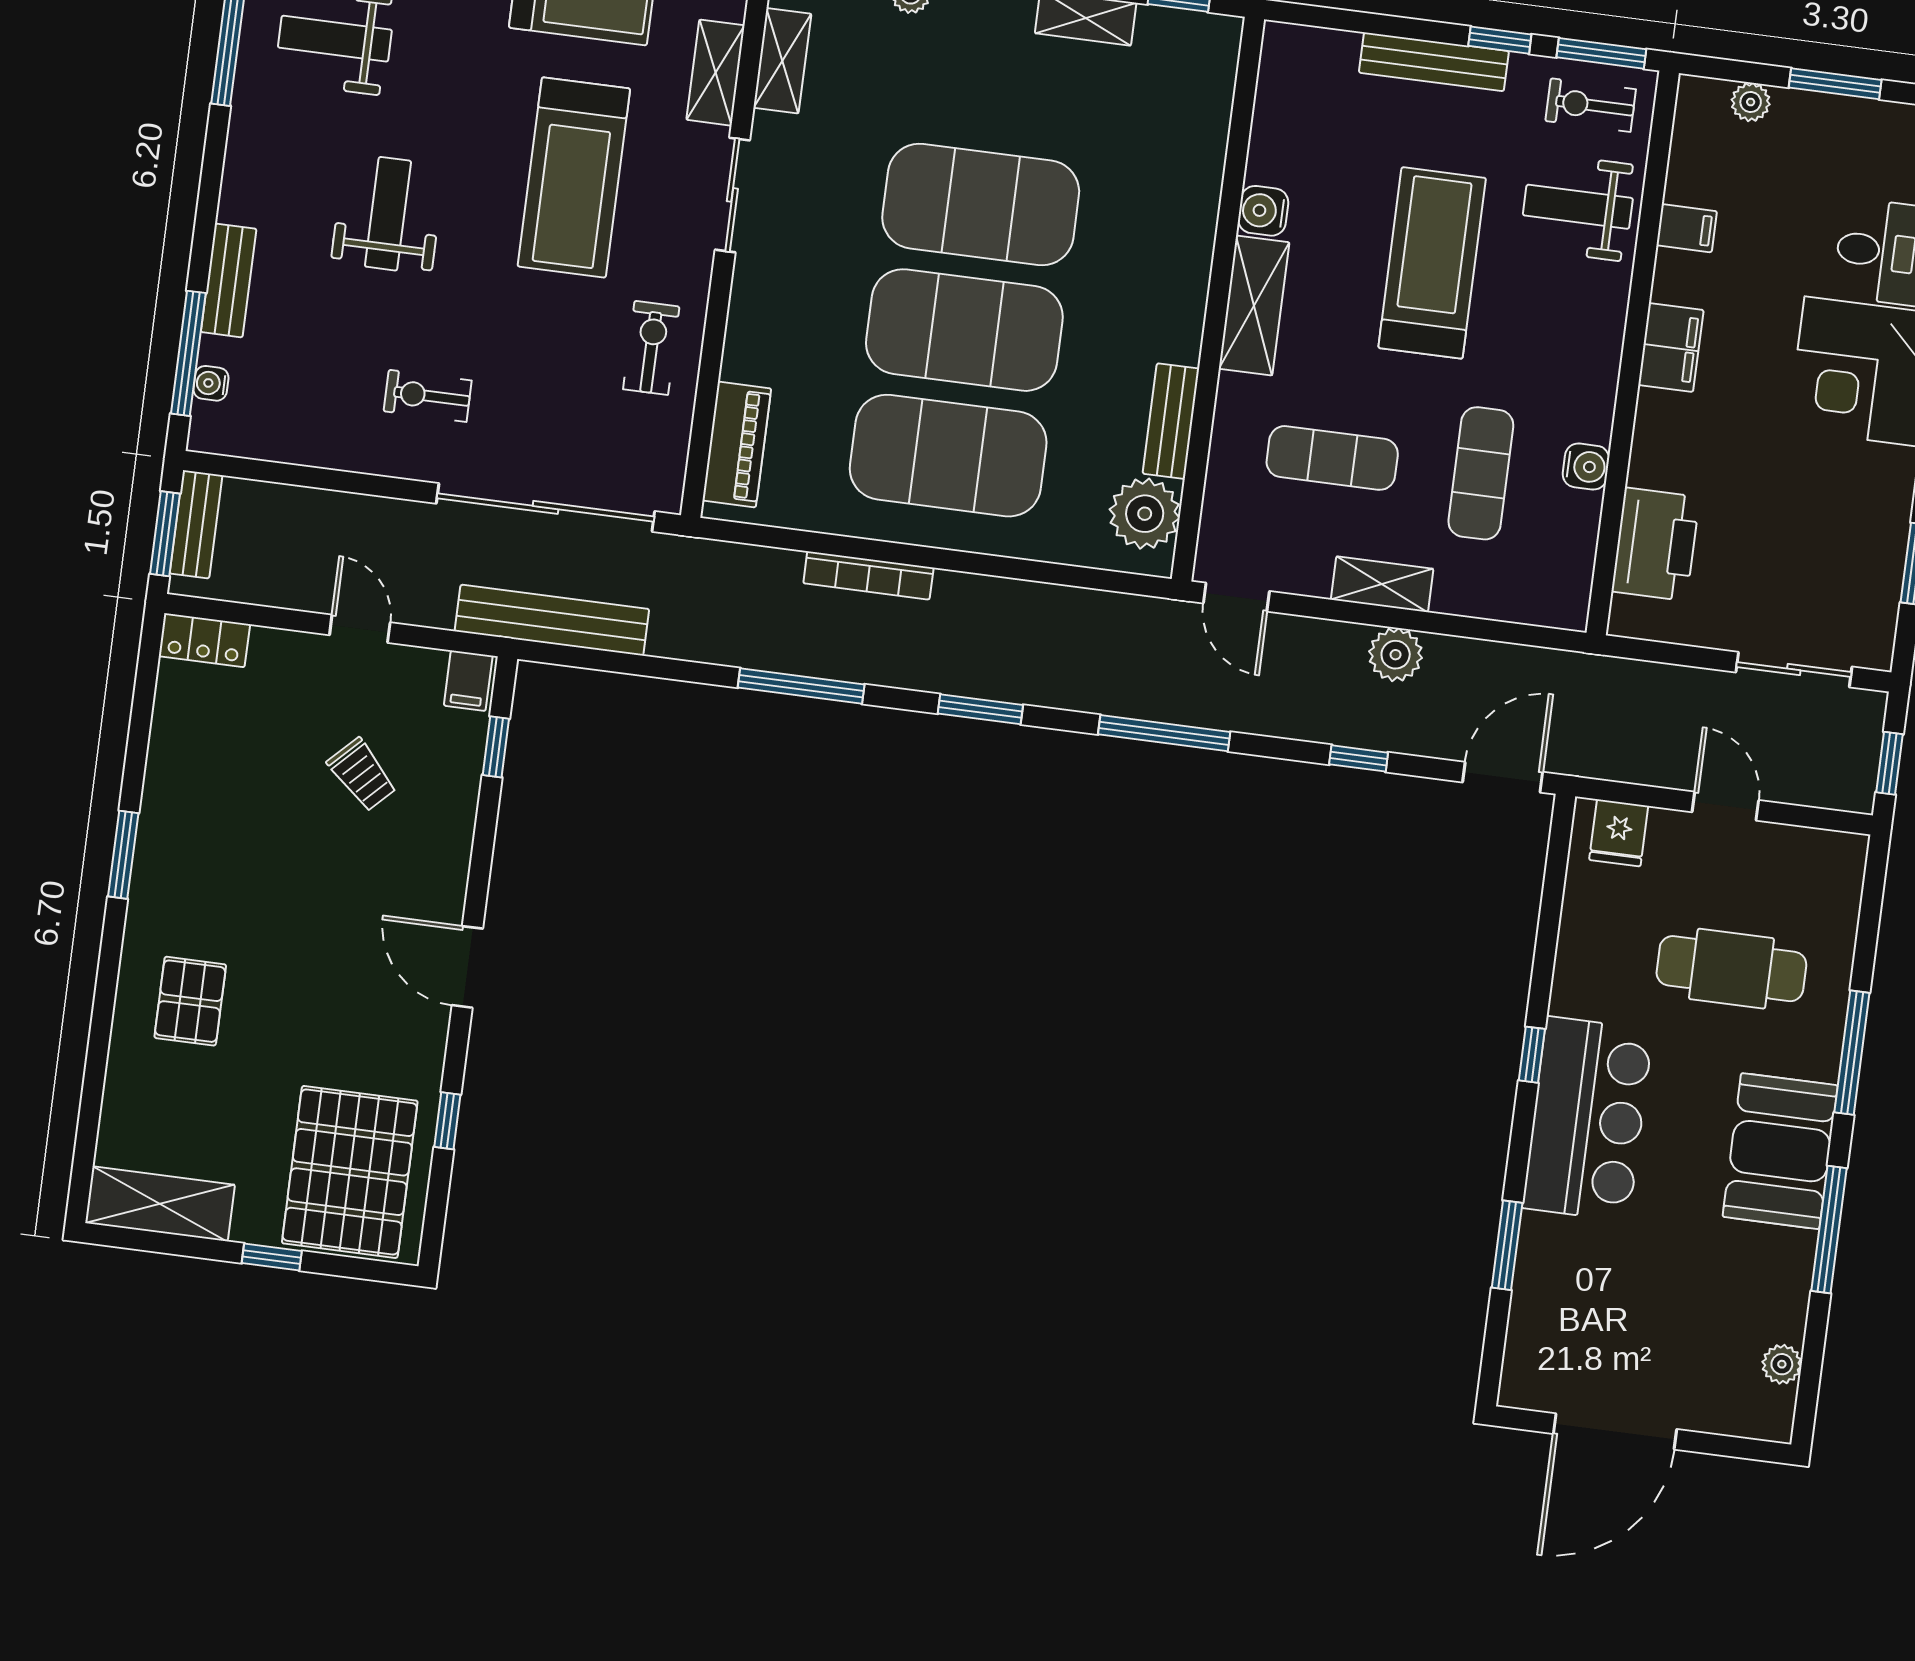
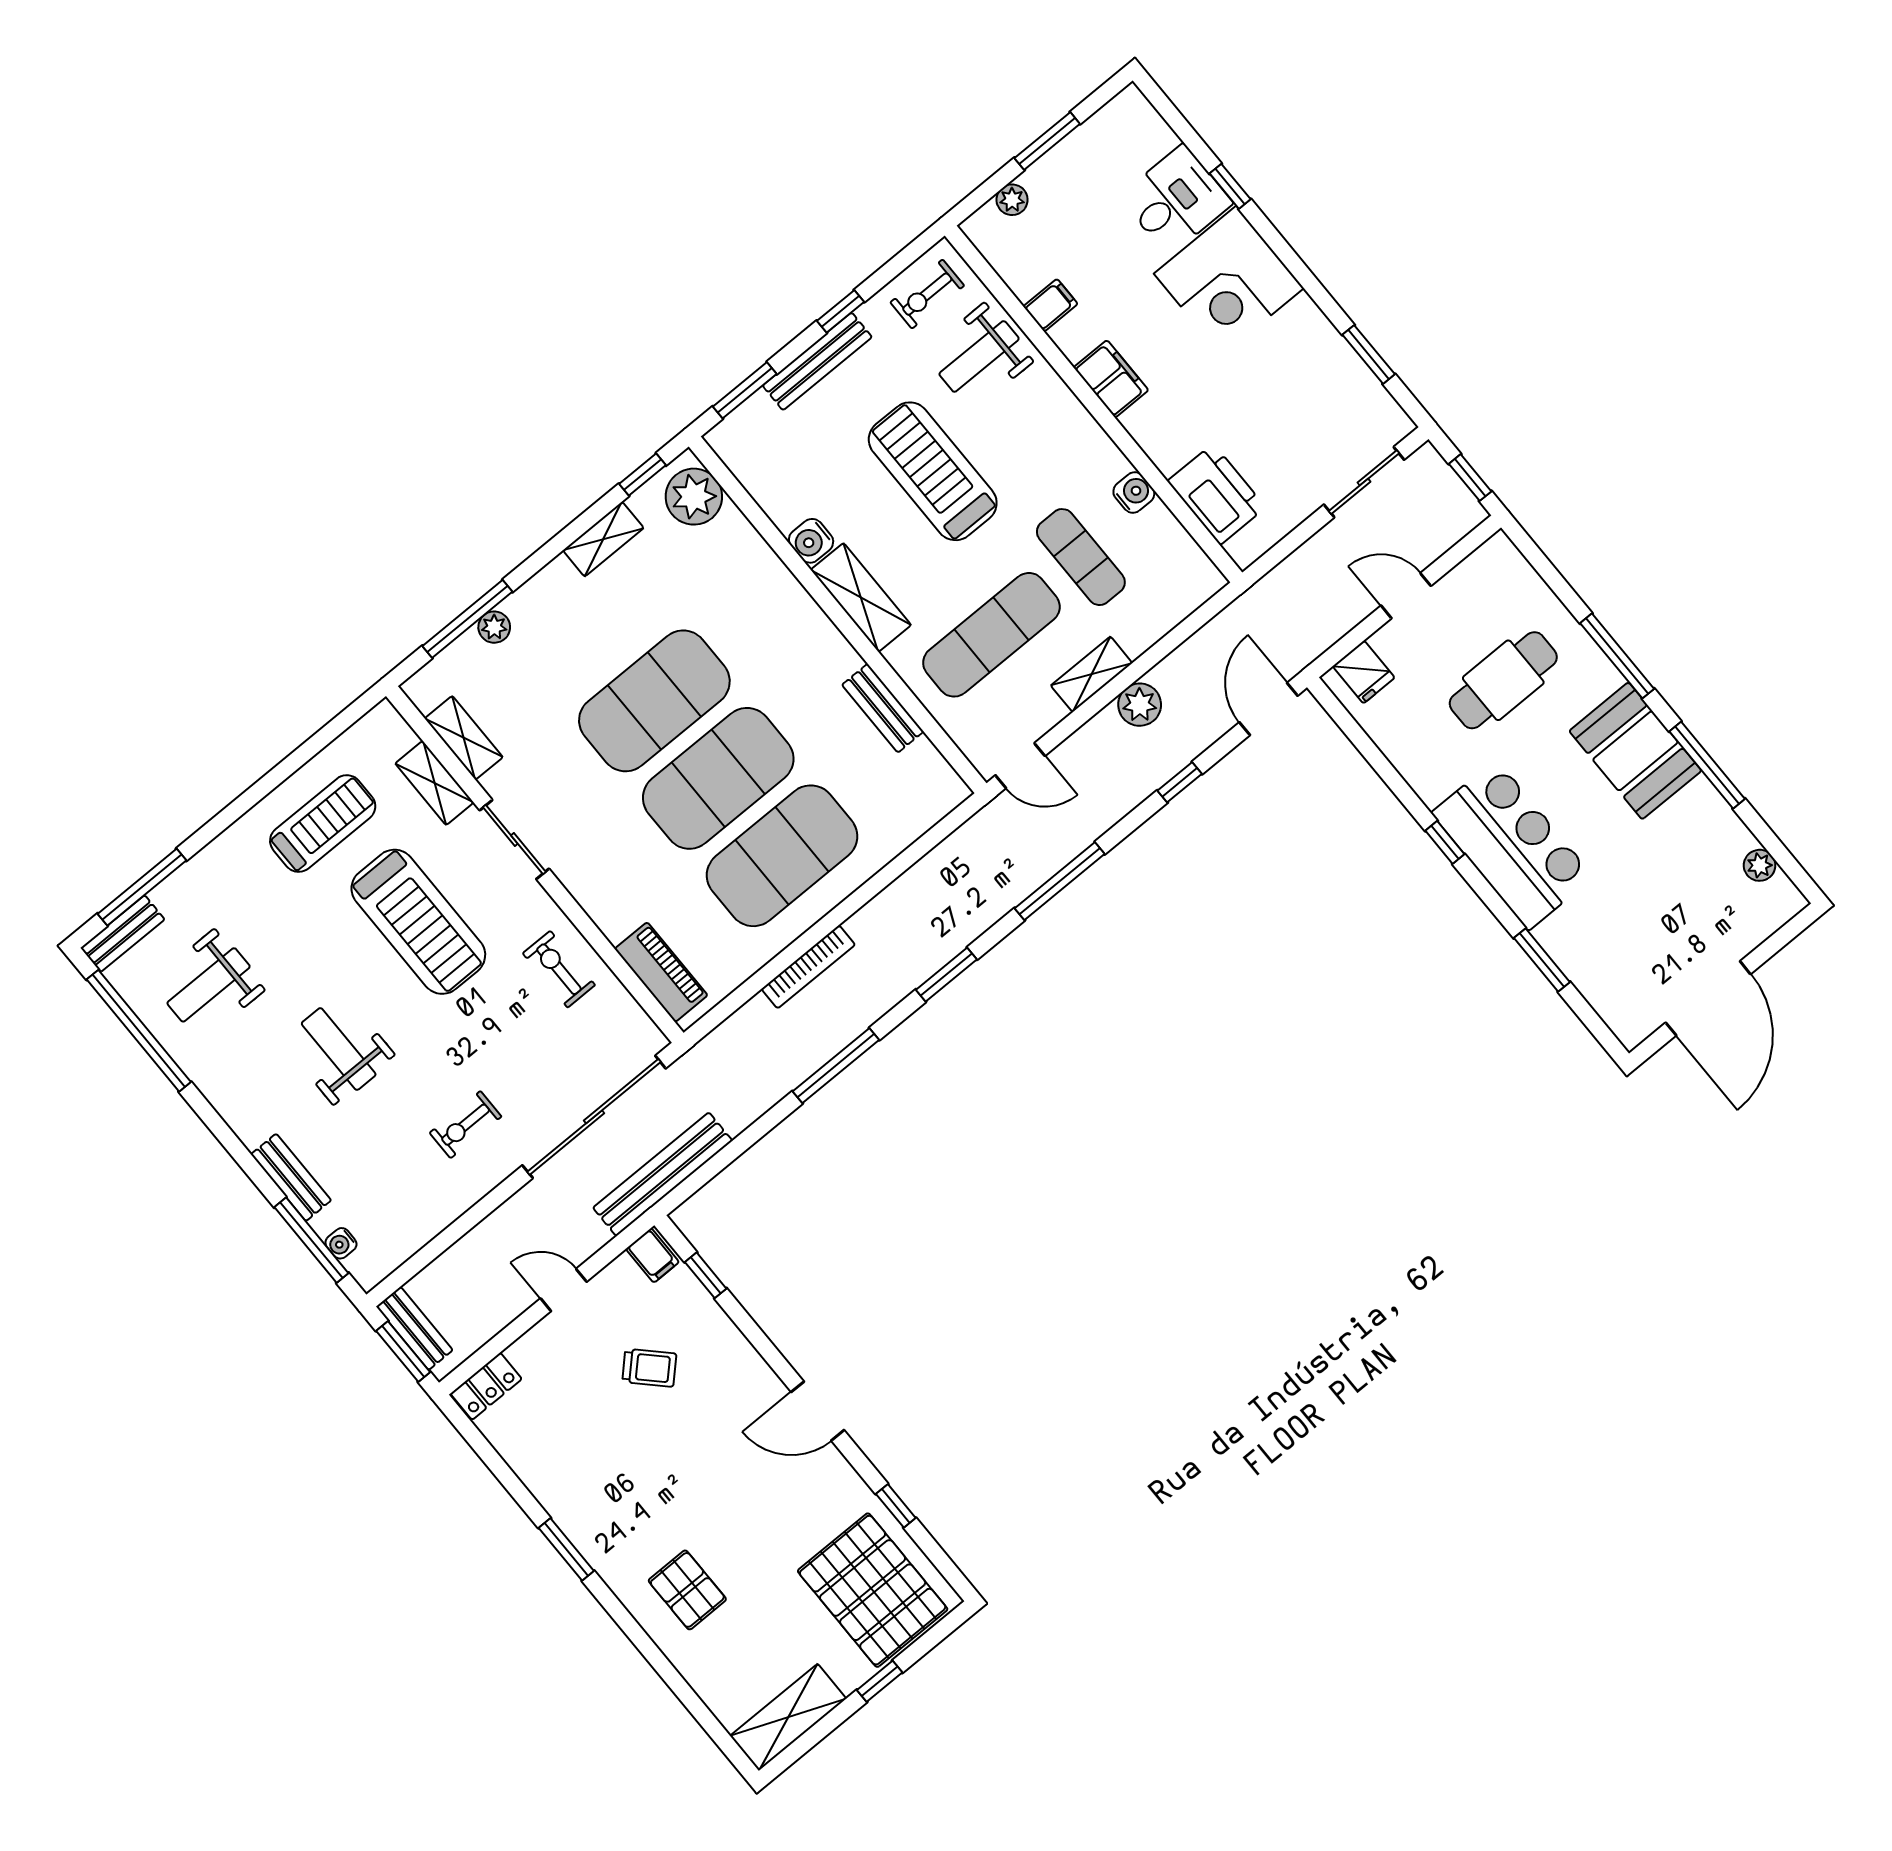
window: (1601, 53) -> (745, 390), moved
exercise mat: (1332, 458) -> (991, 635), width x1.36, depth x1.45
plant: (1145, 514) -> (694, 497), moved

